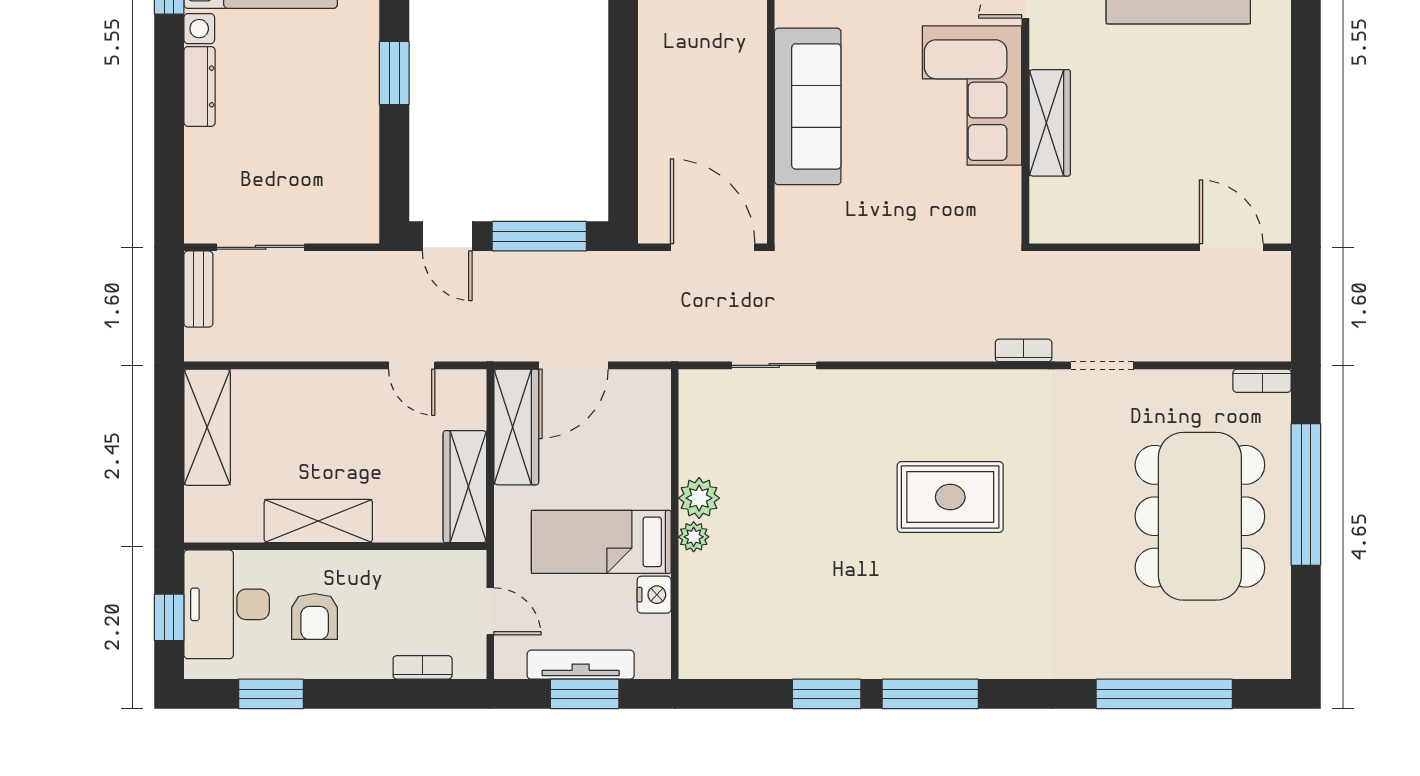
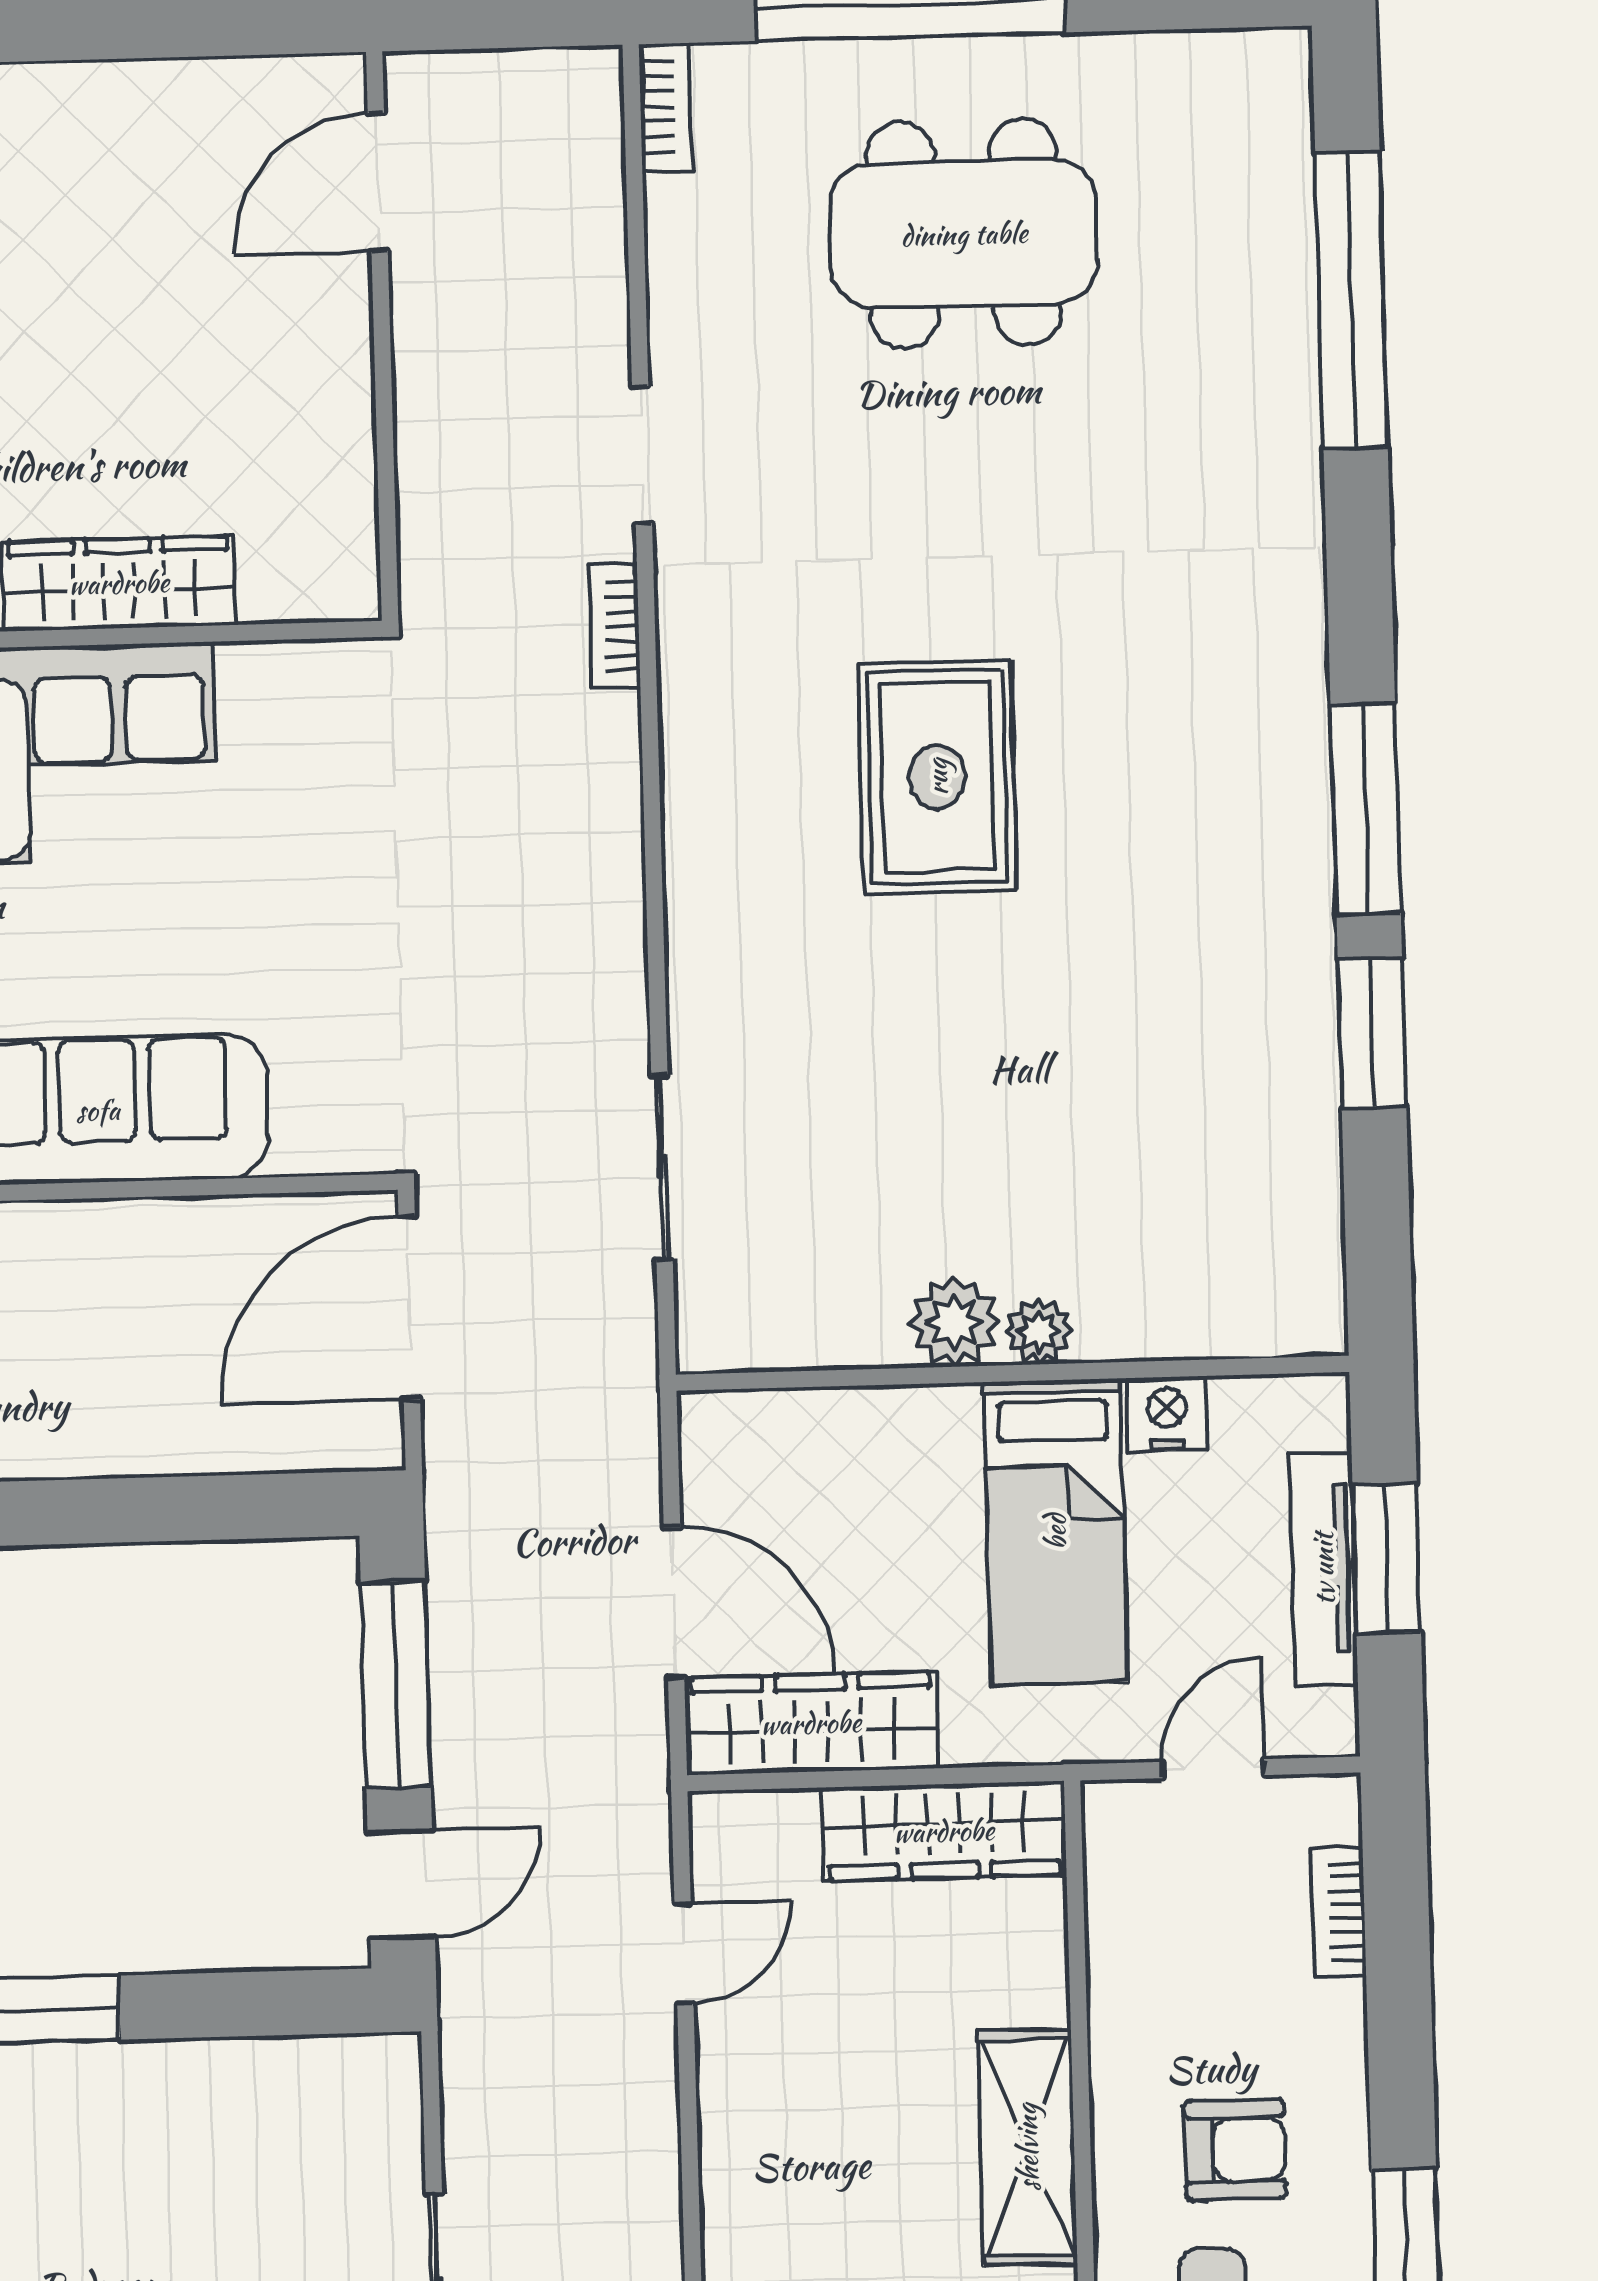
dining table: (1200, 516) -> (964, 234), width x0.73, depth x0.80

